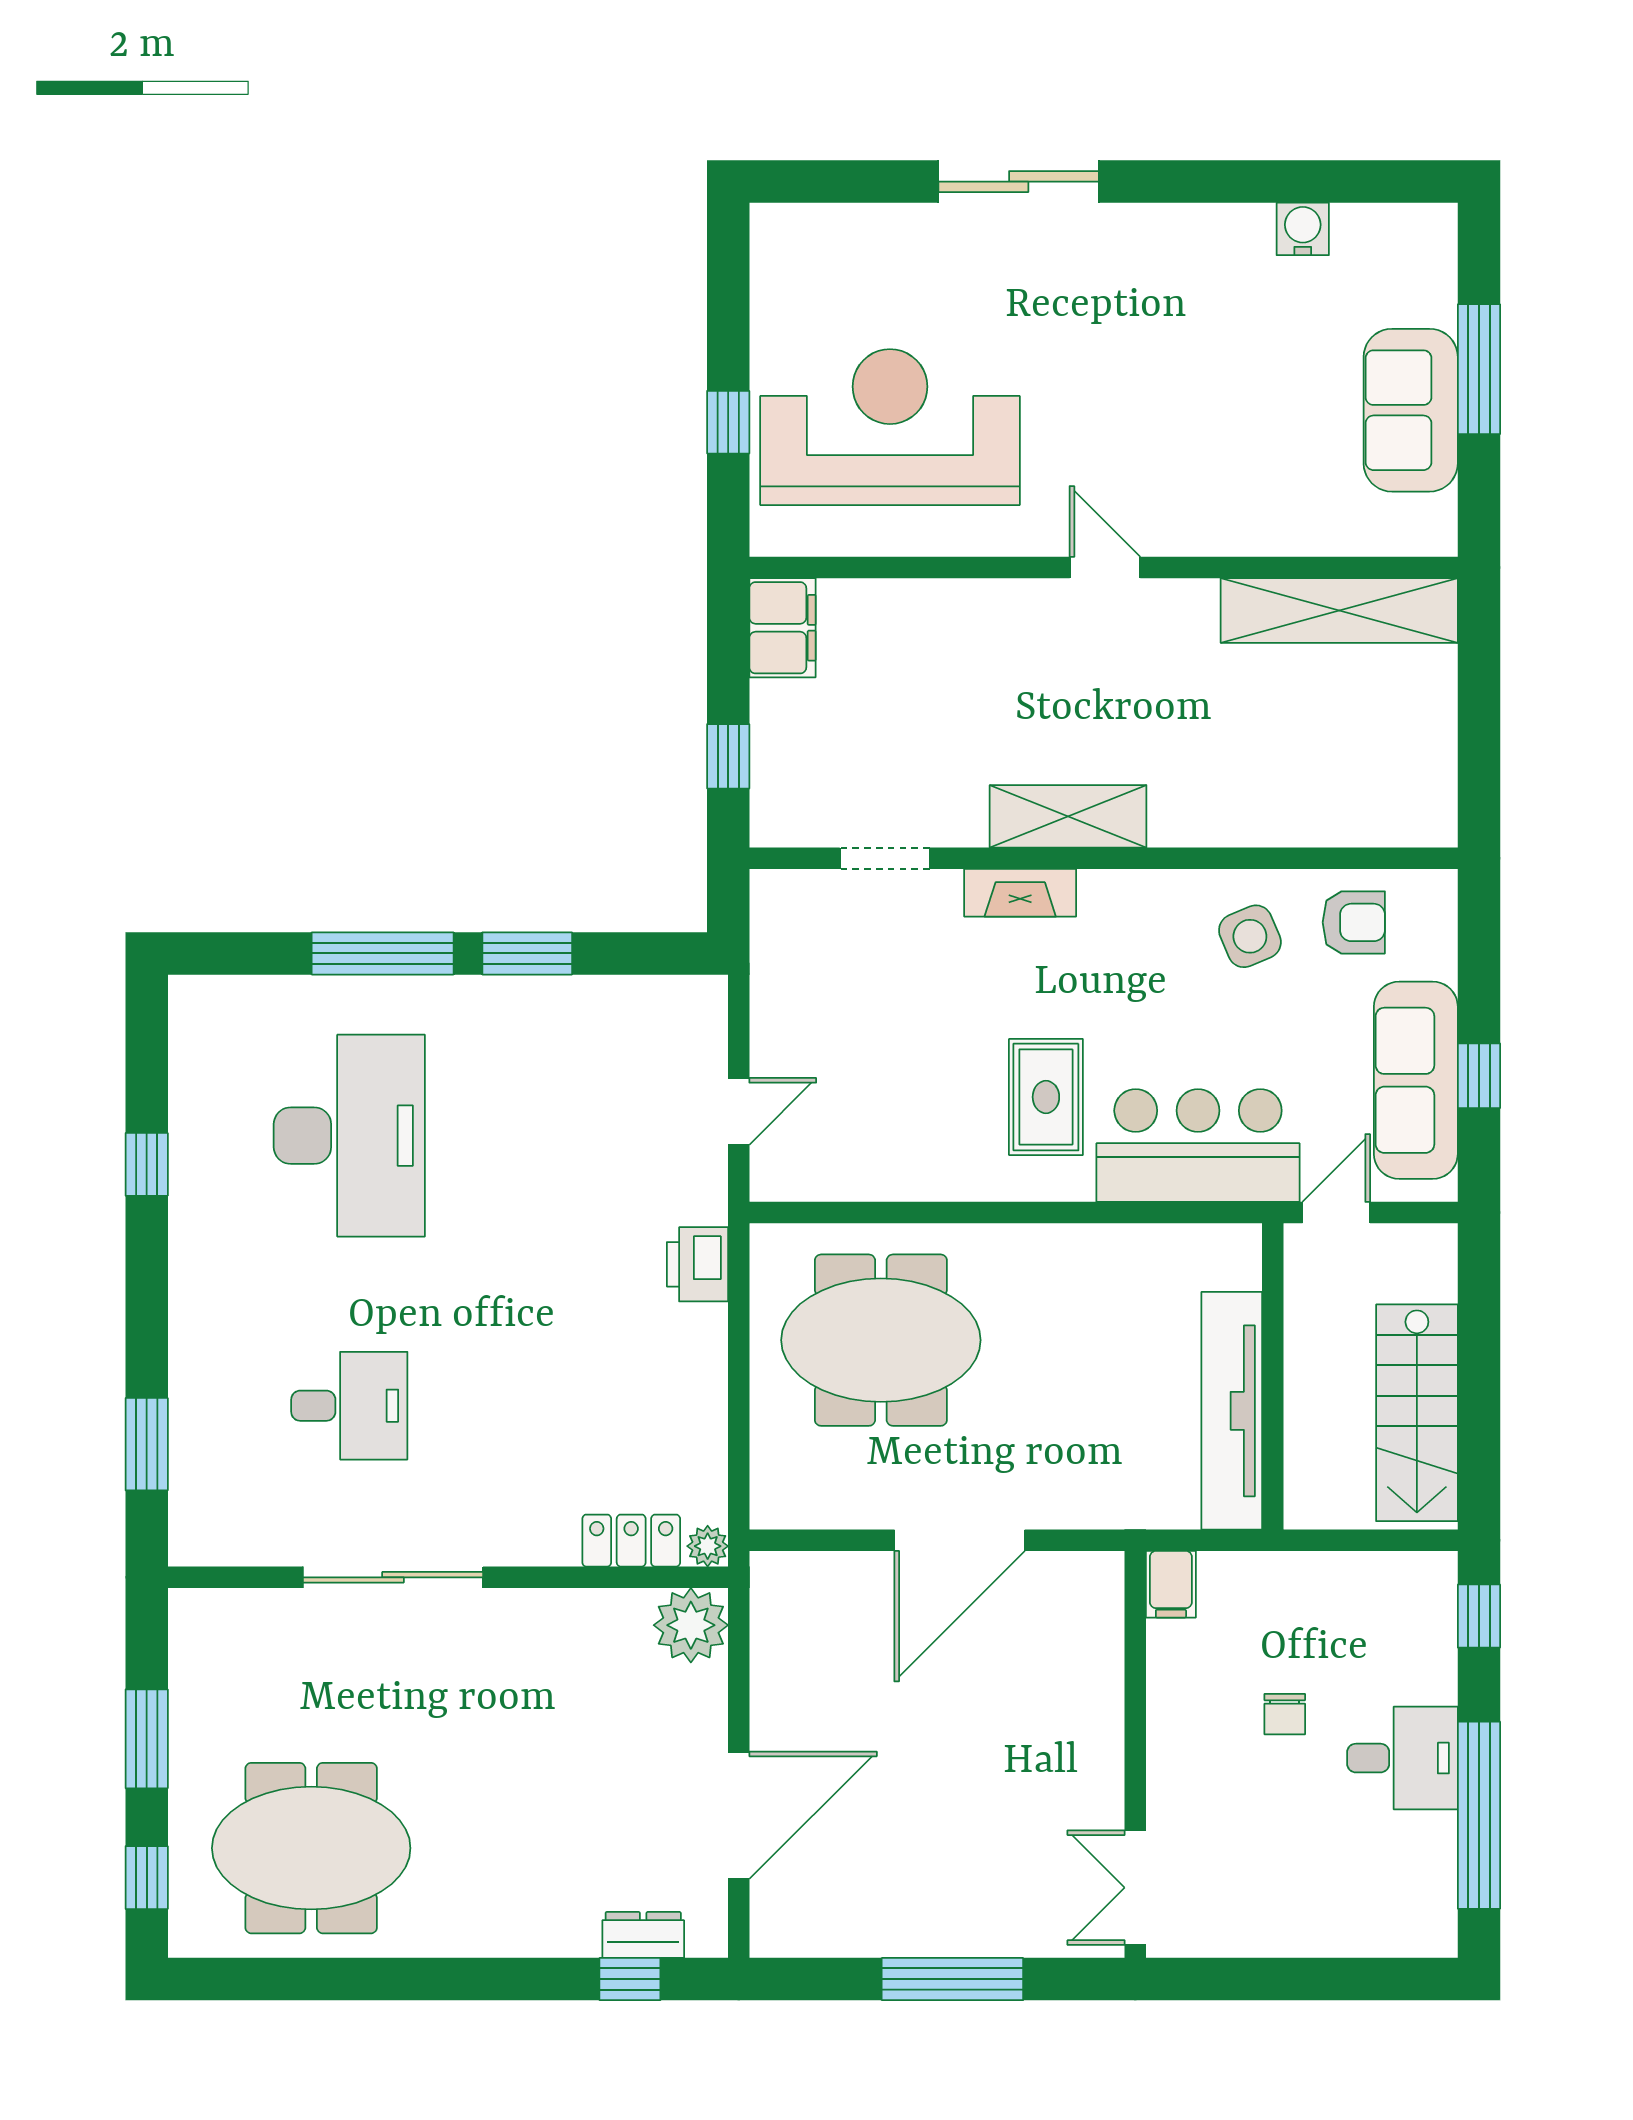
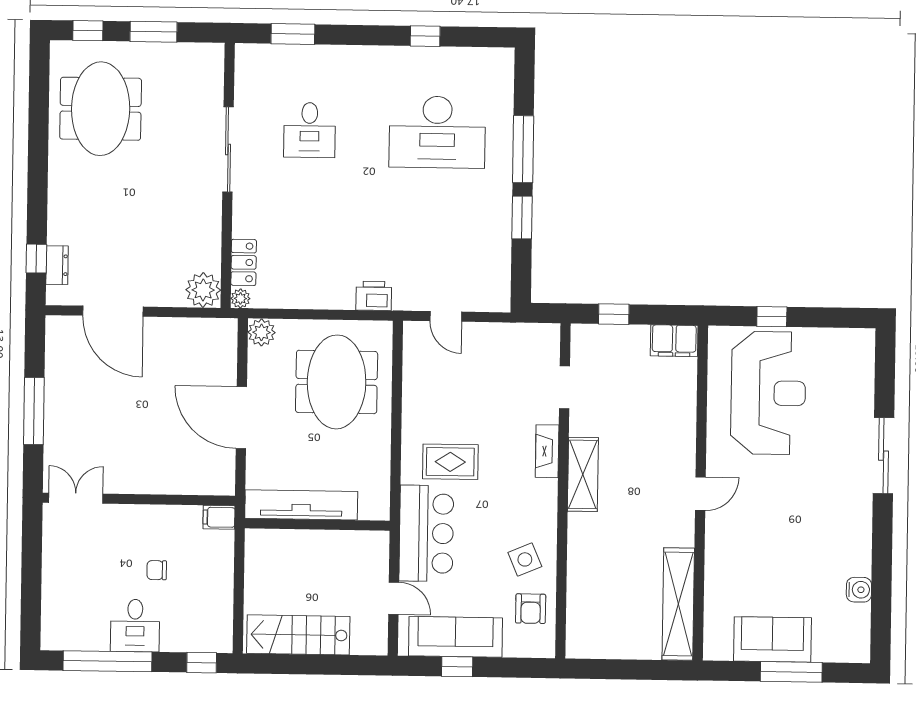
wall: (1273, 1376) -> (317, 524), moved
tv unit: (1232, 1411) -> (301, 505), moved
plant: (779, 1500) -> (262, 332), added

